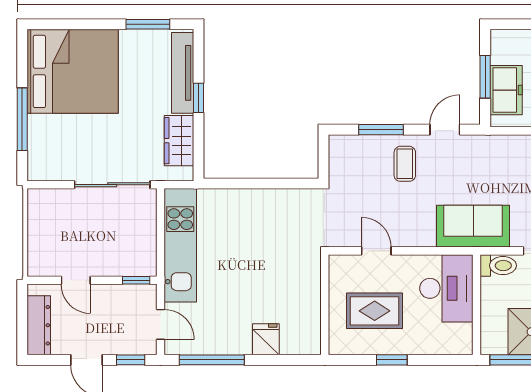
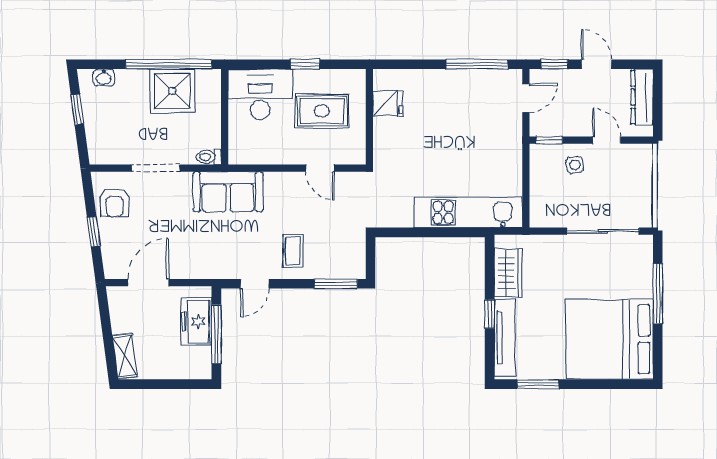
window: (485, 77) -> (216, 334), width x1.44
window: (381, 130) -> (336, 284), moved
sliding door: (112, 185) -> (603, 231), moved
kitchen unit: (180, 245) -> (468, 212), moved, turned 90
side table: (109, 254) -> (575, 165), added
toilet: (498, 266) -> (209, 157), width x0.73, depth x0.72
desk: (446, 288) -> (260, 94), moved, turned 90
door: (161, 324) -> (526, 98), swing flipped
fridge: (266, 339) -> (388, 103), moved, turned -90

